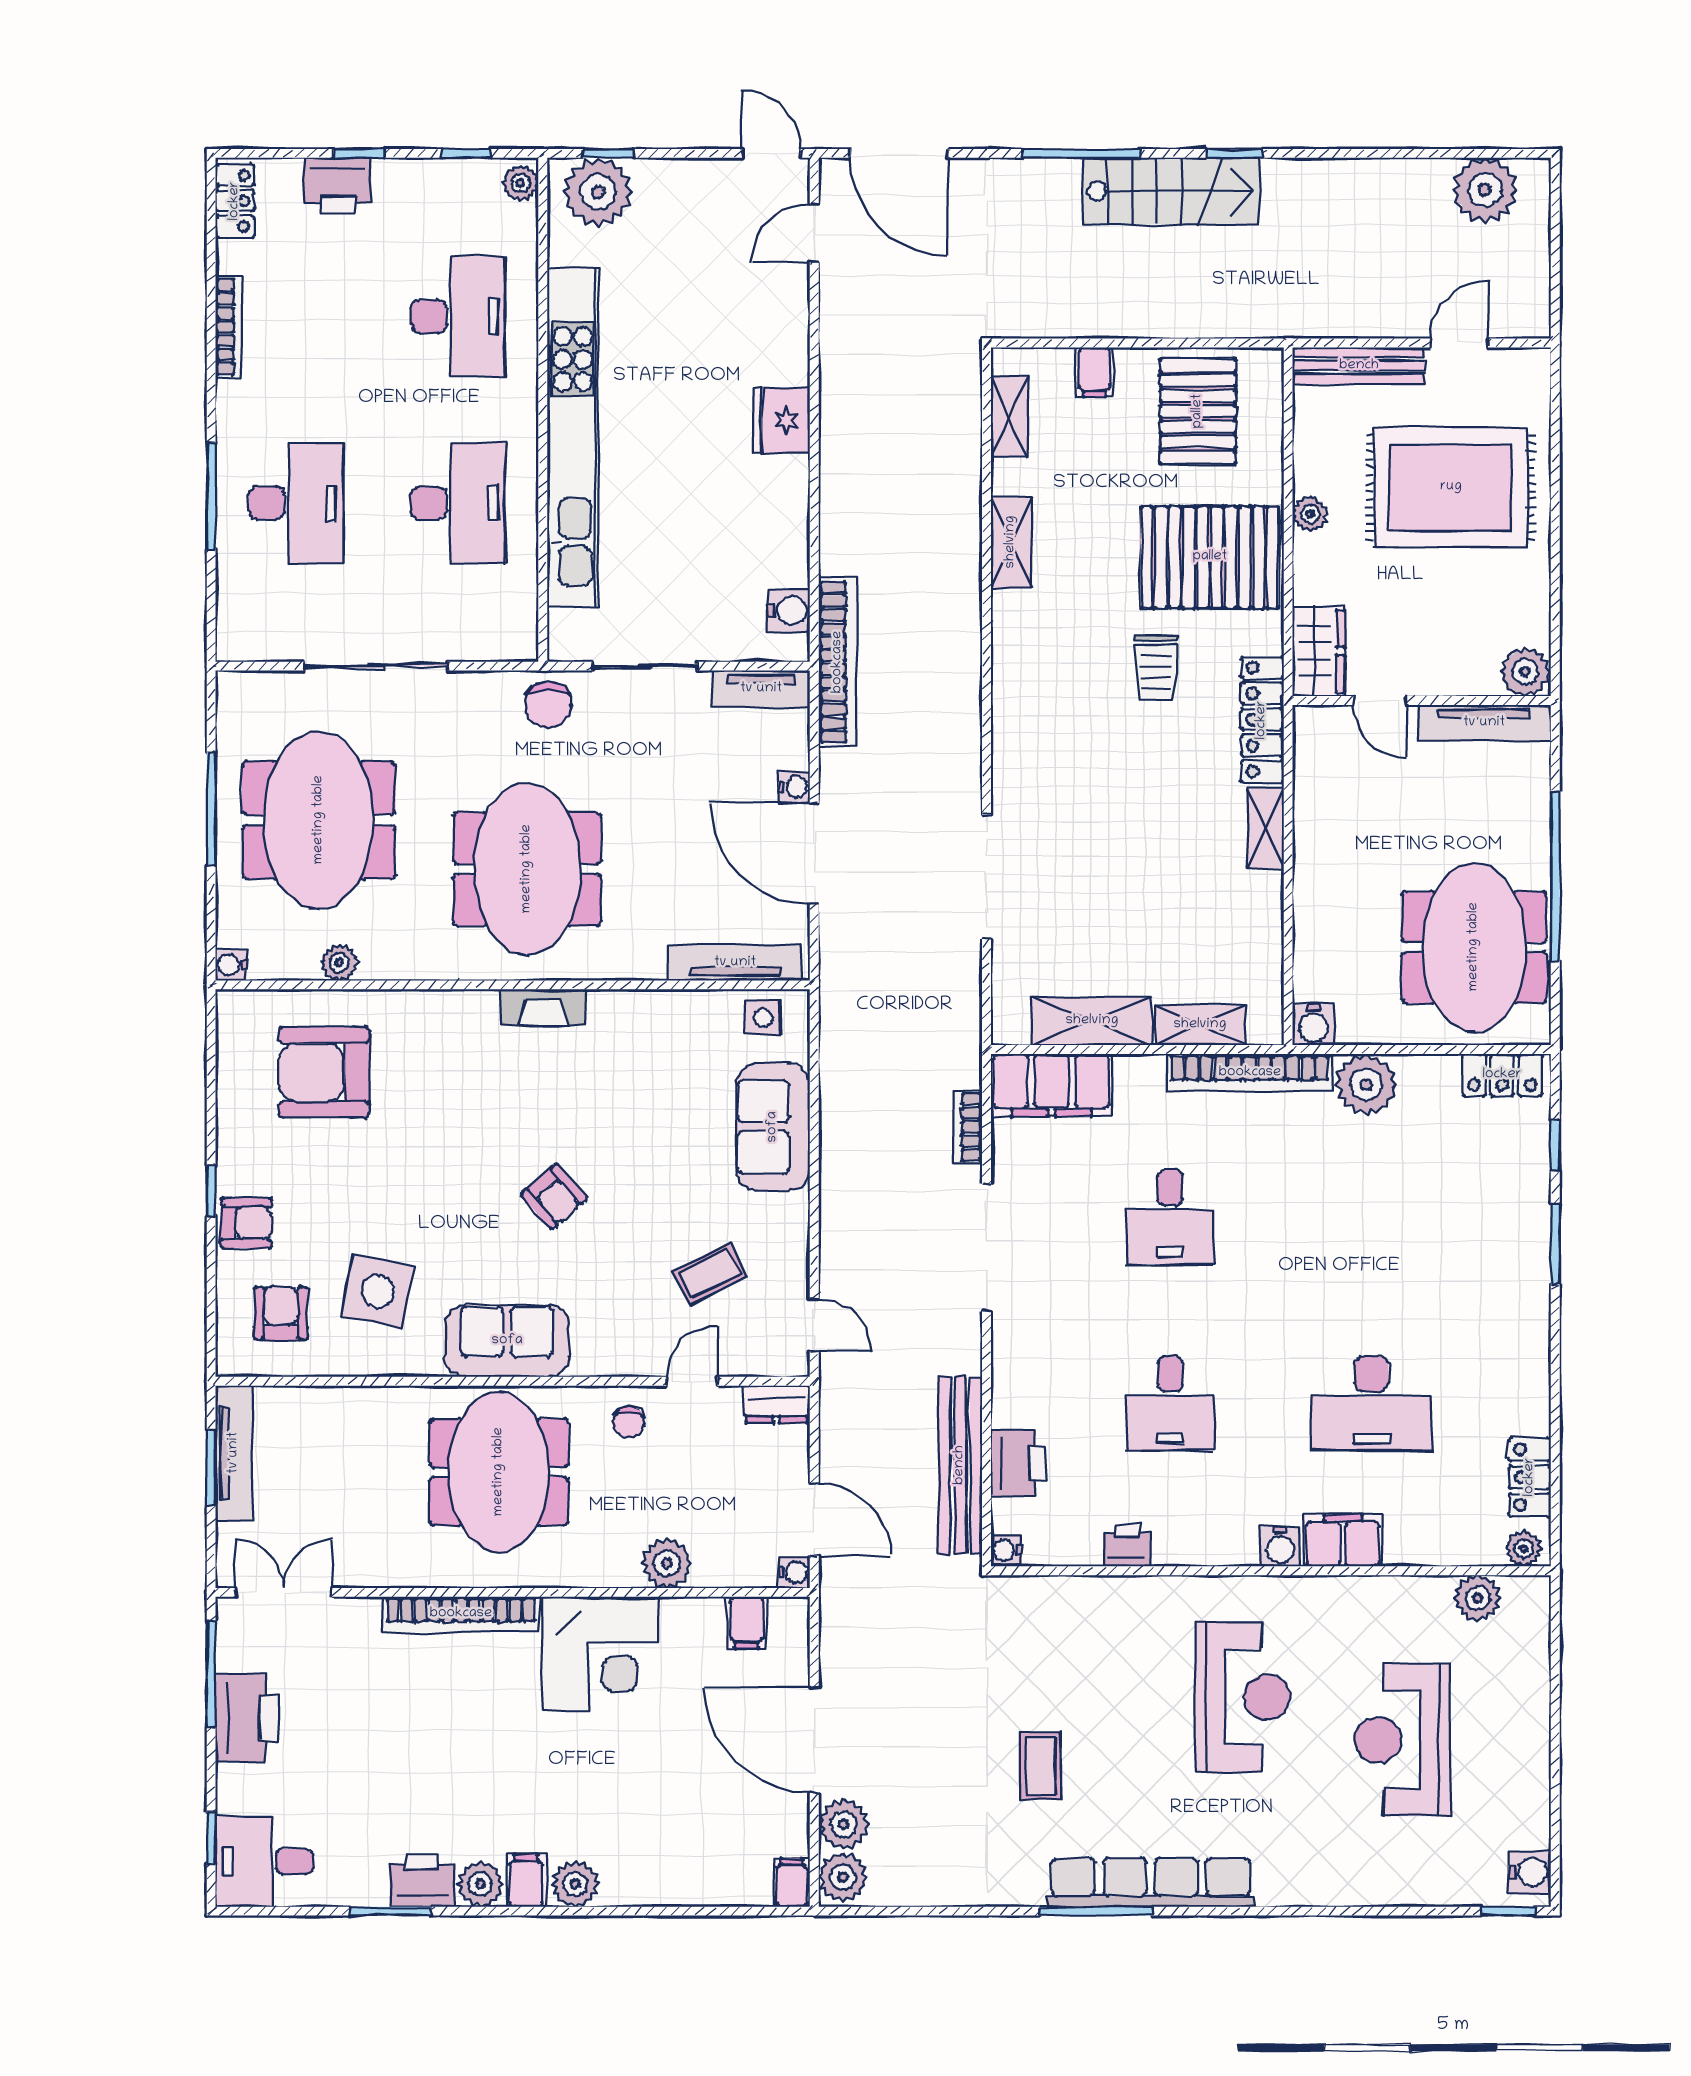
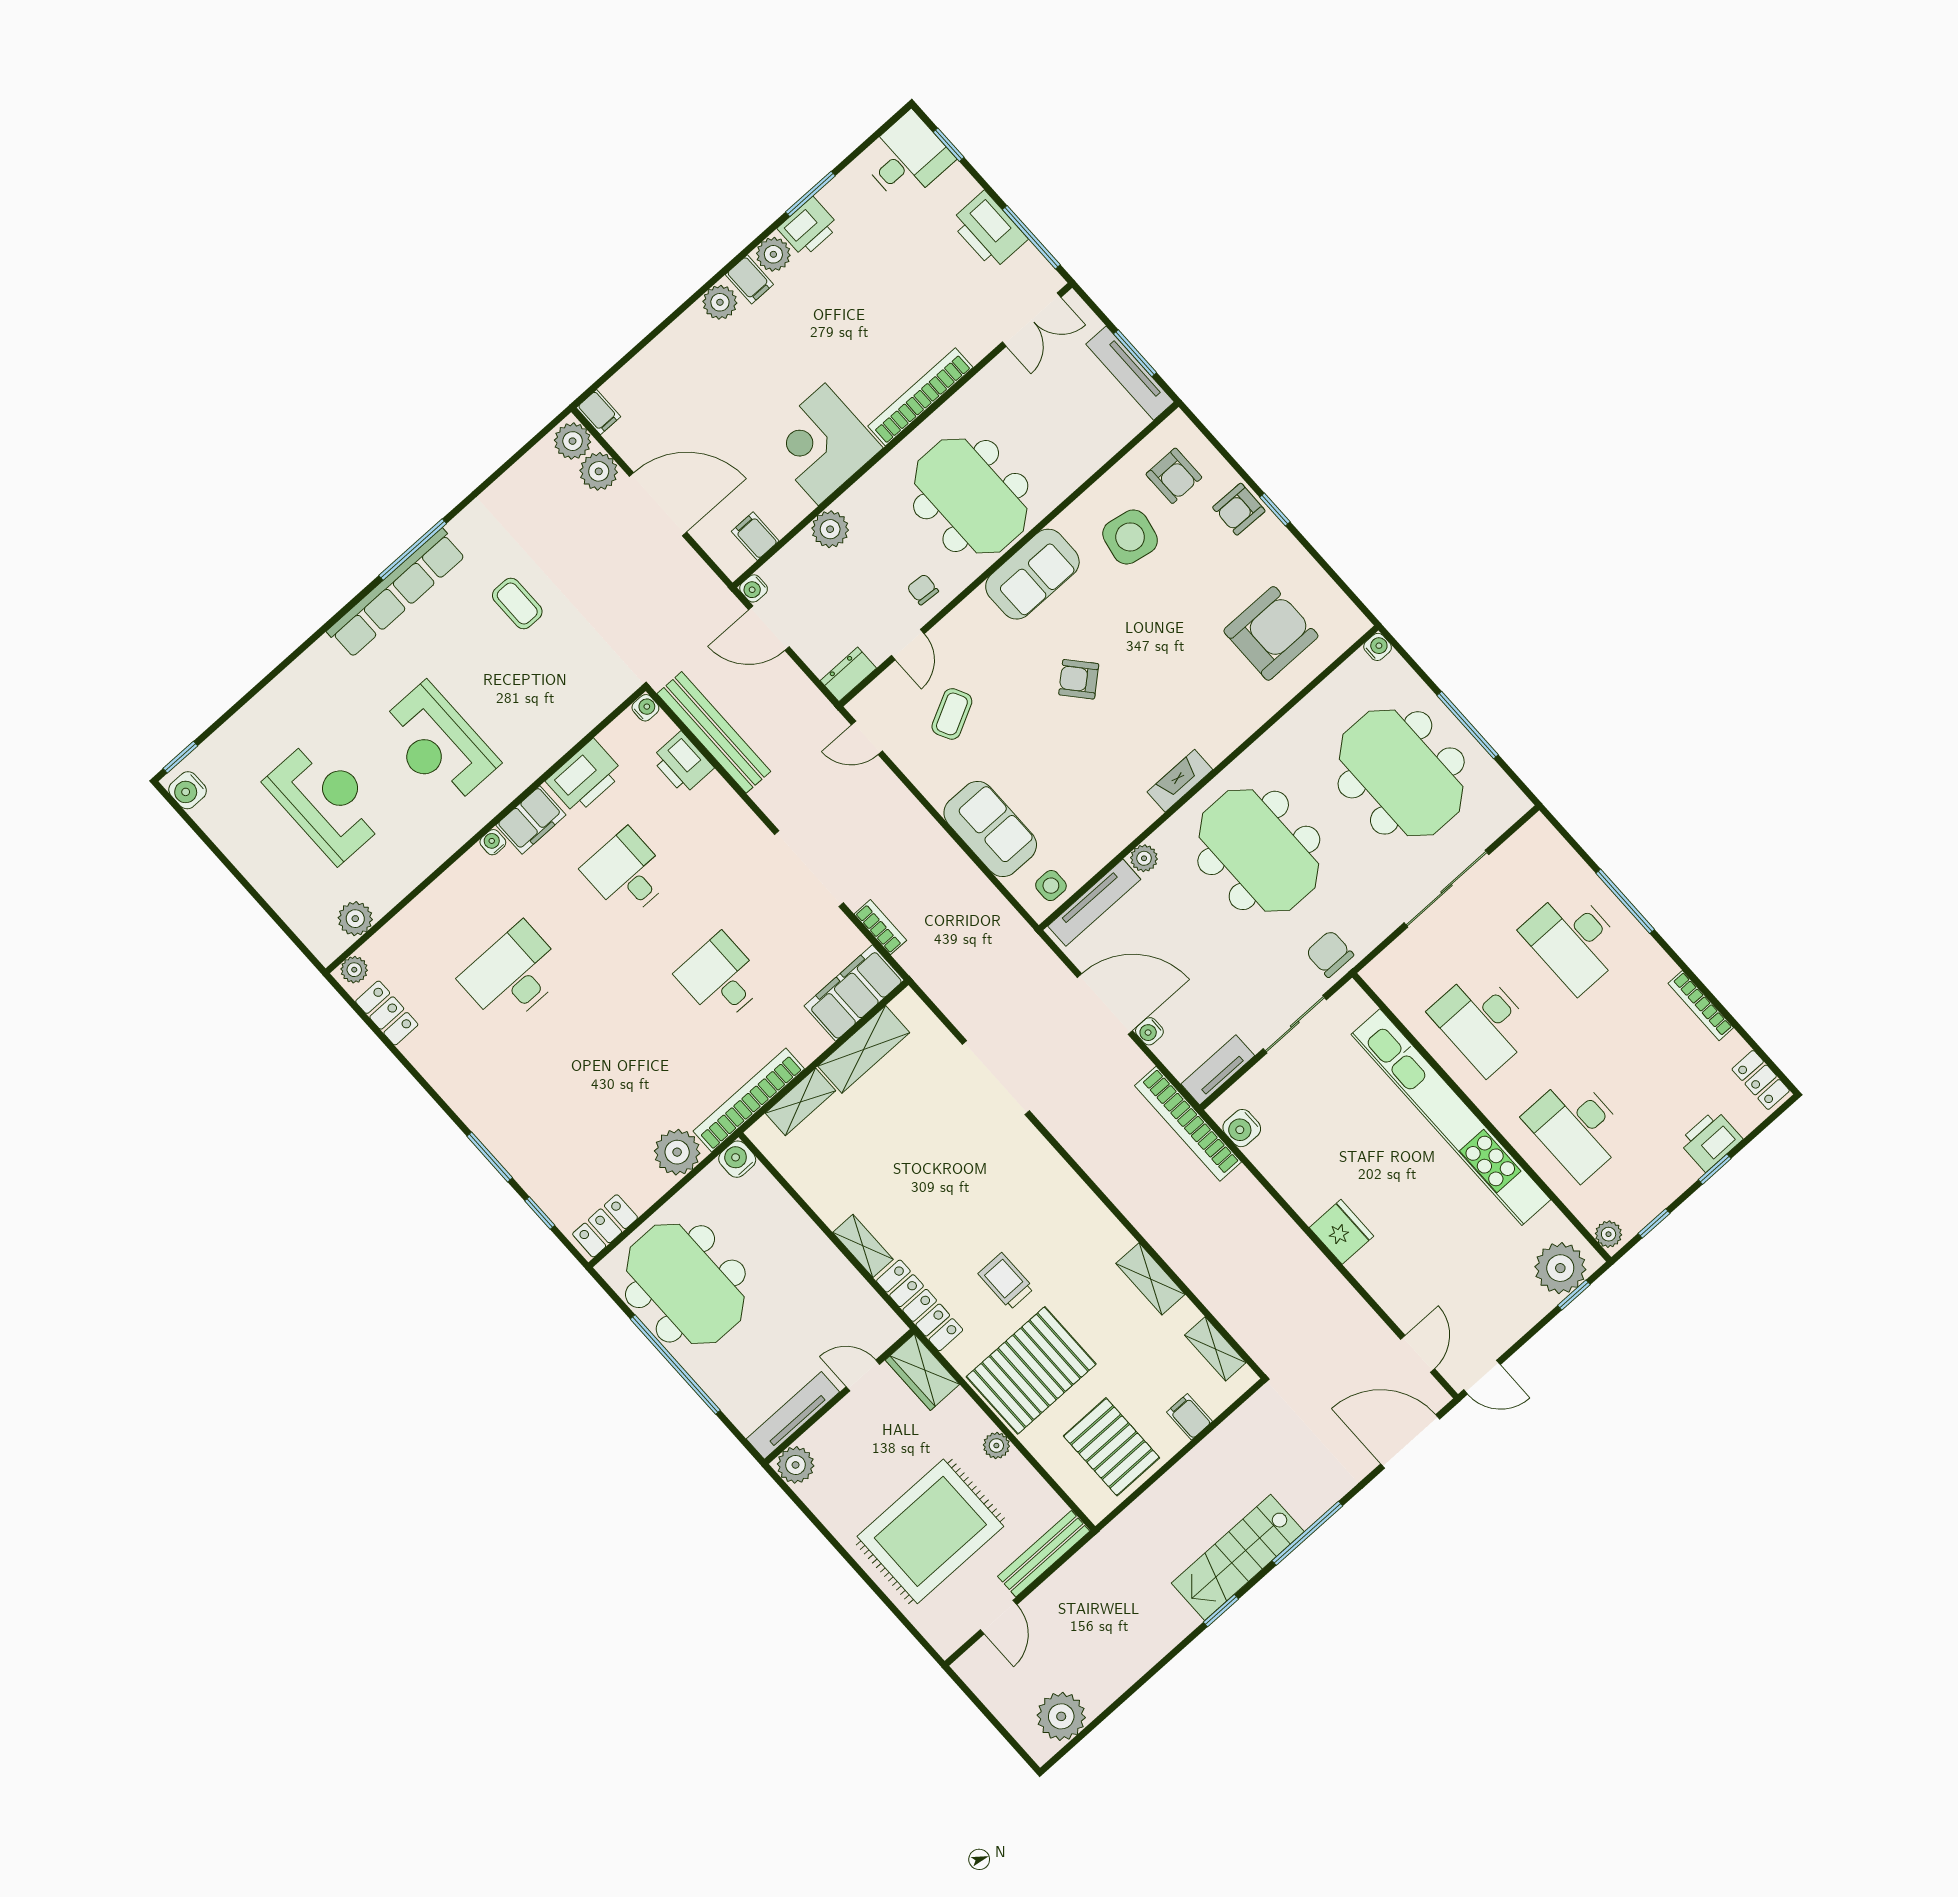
plant: (339, 962) -> (1144, 858), moved
filing cabinet: (1343, 1540) -> (531, 820), moved
printer: (1127, 1546) -> (585, 777), width x1.87, depth x1.48
water cooler: (1280, 1546) -> (493, 842), width x0.72, depth x0.72

